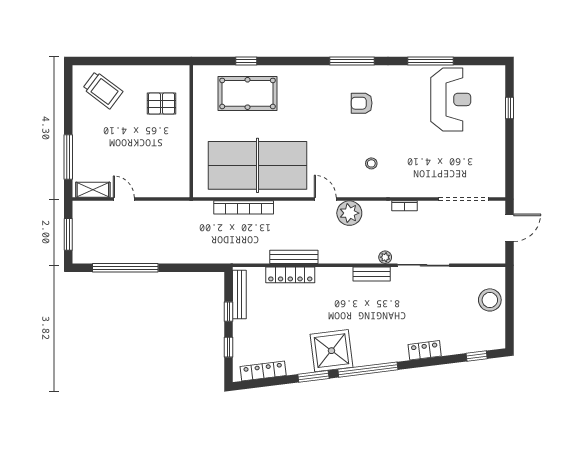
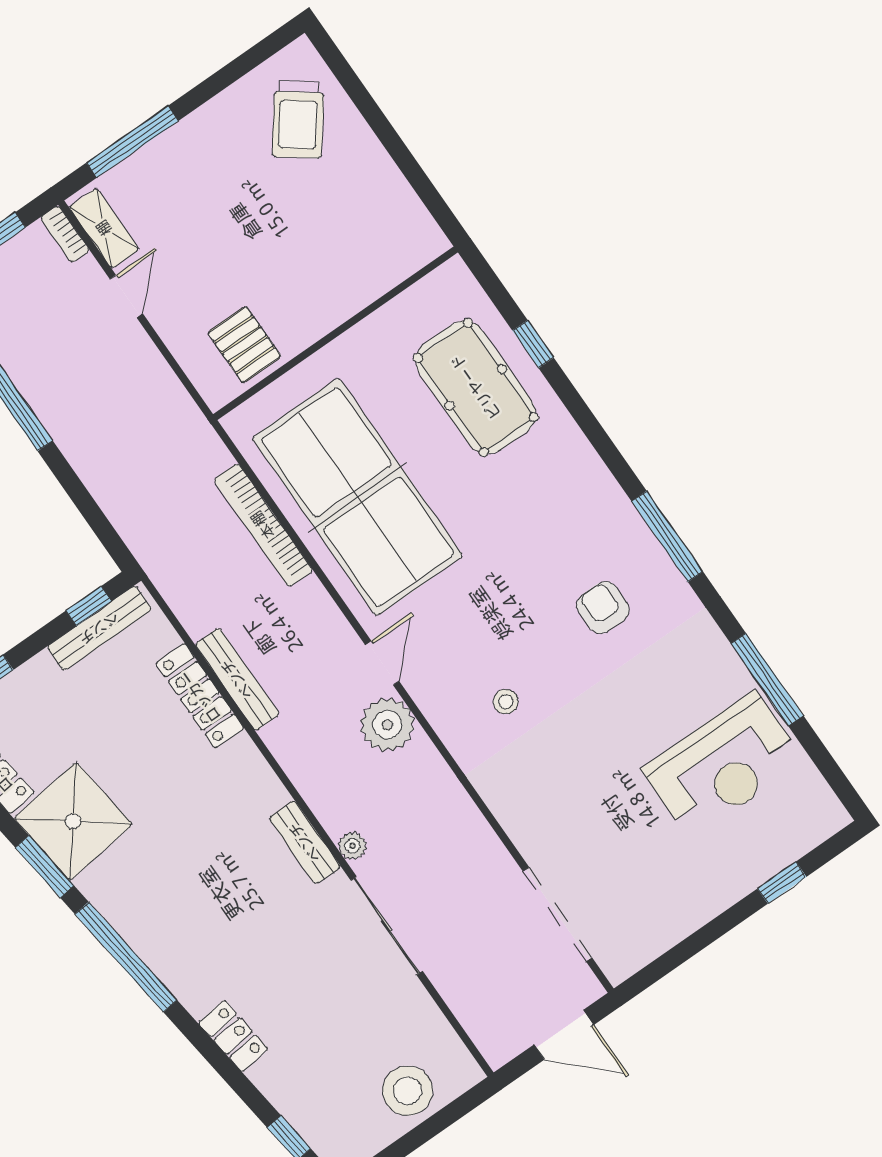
pallet: (161, 104) -> (244, 345), moved
bookcase: (404, 206) -> (65, 234), moved
window: (228, 312) -> (89, 606), moved
shower: (331, 351) -> (73, 821), moved

